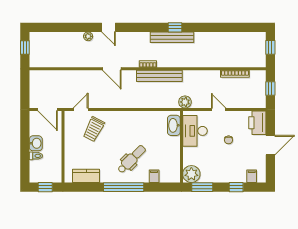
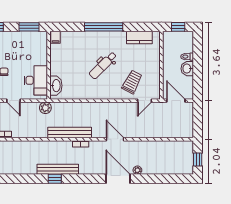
door: (109, 27) -> (118, 179), width x1.87
dental chair: (132, 159) -> (103, 65), moved
plant: (191, 174) -> (39, 39), removed
filing cabinet: (154, 176) -> (56, 37), moved

